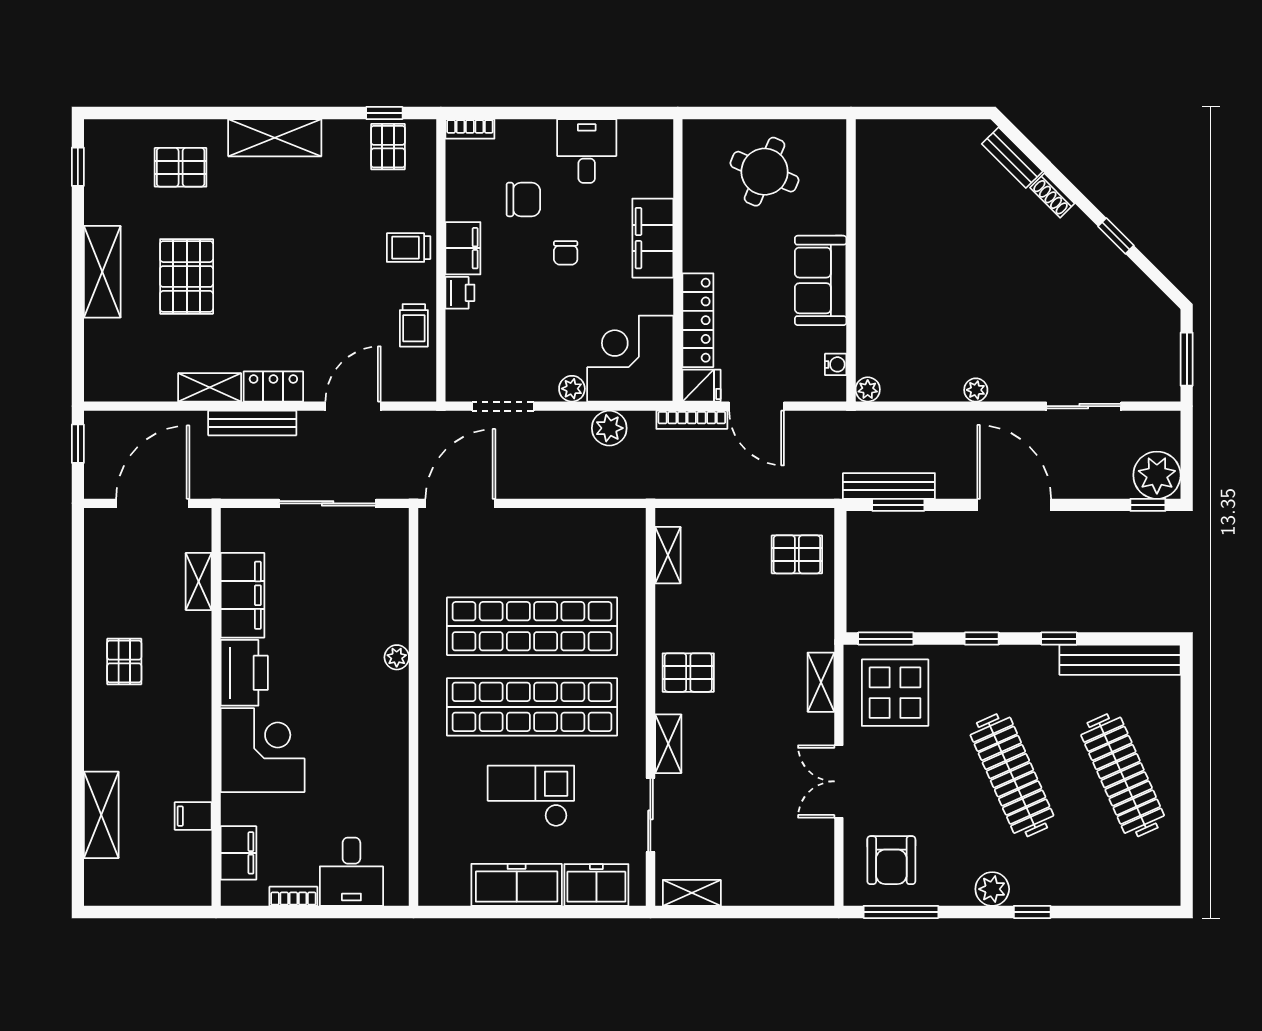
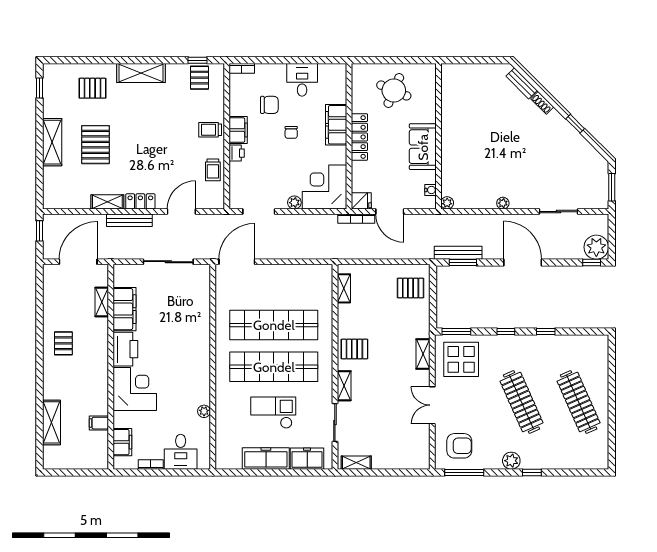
locker: (698, 320) -> (359, 137), moved
plant: (609, 428) -> (314, 223), removed
plant: (397, 657) -> (204, 411), moved
bench: (1120, 660) -> (577, 342), removed
armchair: (891, 860) -> (459, 446), turned -90

